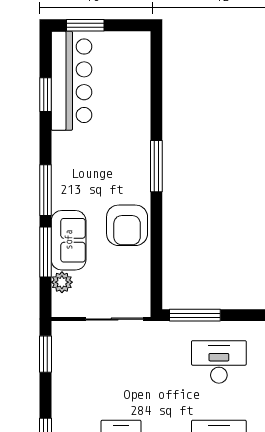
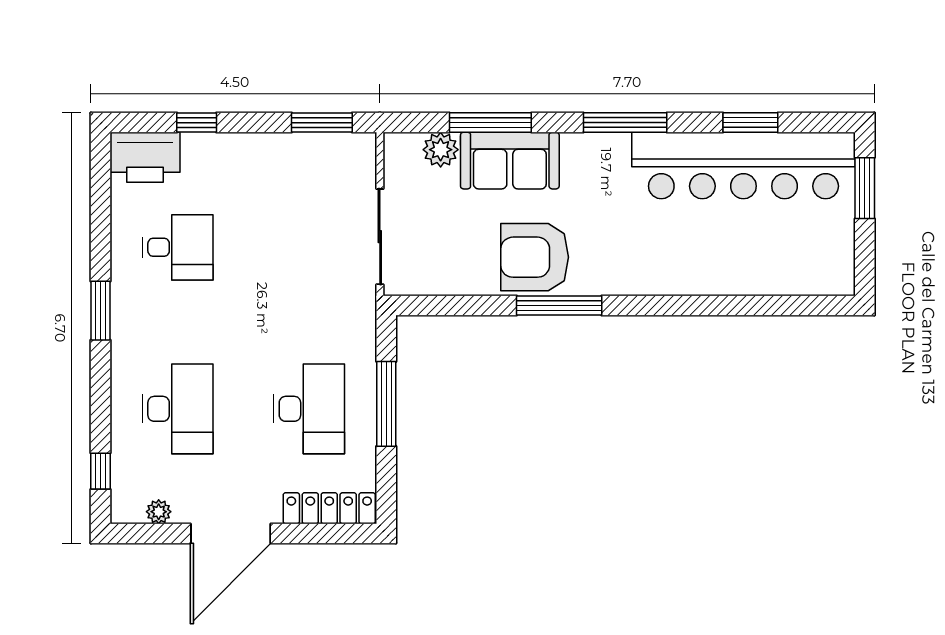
bar counter: (72, 81) -> (743, 166), width x1.36
window: (156, 166) -> (559, 306), moved
window: (45, 190) -> (625, 123), moved
window: (195, 315) -> (386, 404), moved

